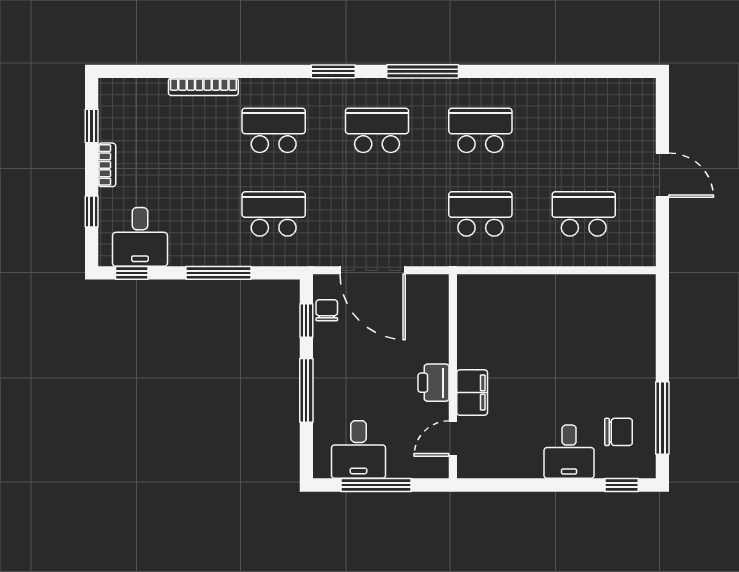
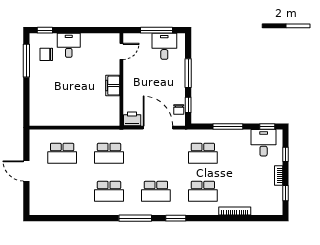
printer: (434, 383) -> (132, 119), moved, turned -90
filing cabinet: (472, 392) -> (113, 86), moved

